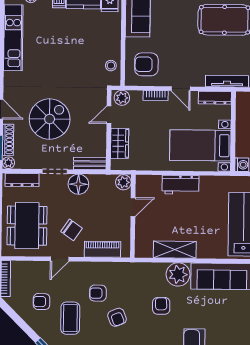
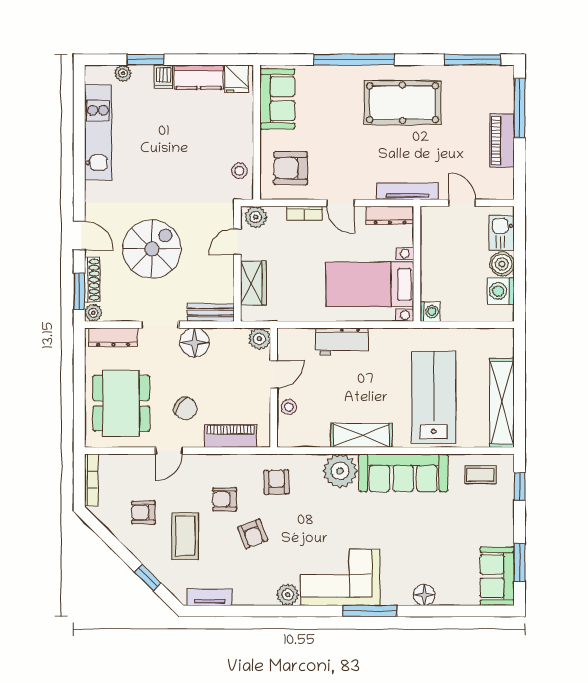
stool: (143, 230) -> (289, 407), added
shelving: (175, 250) -> (361, 435), moved
armchair: (161, 306) -> (276, 482), moved

